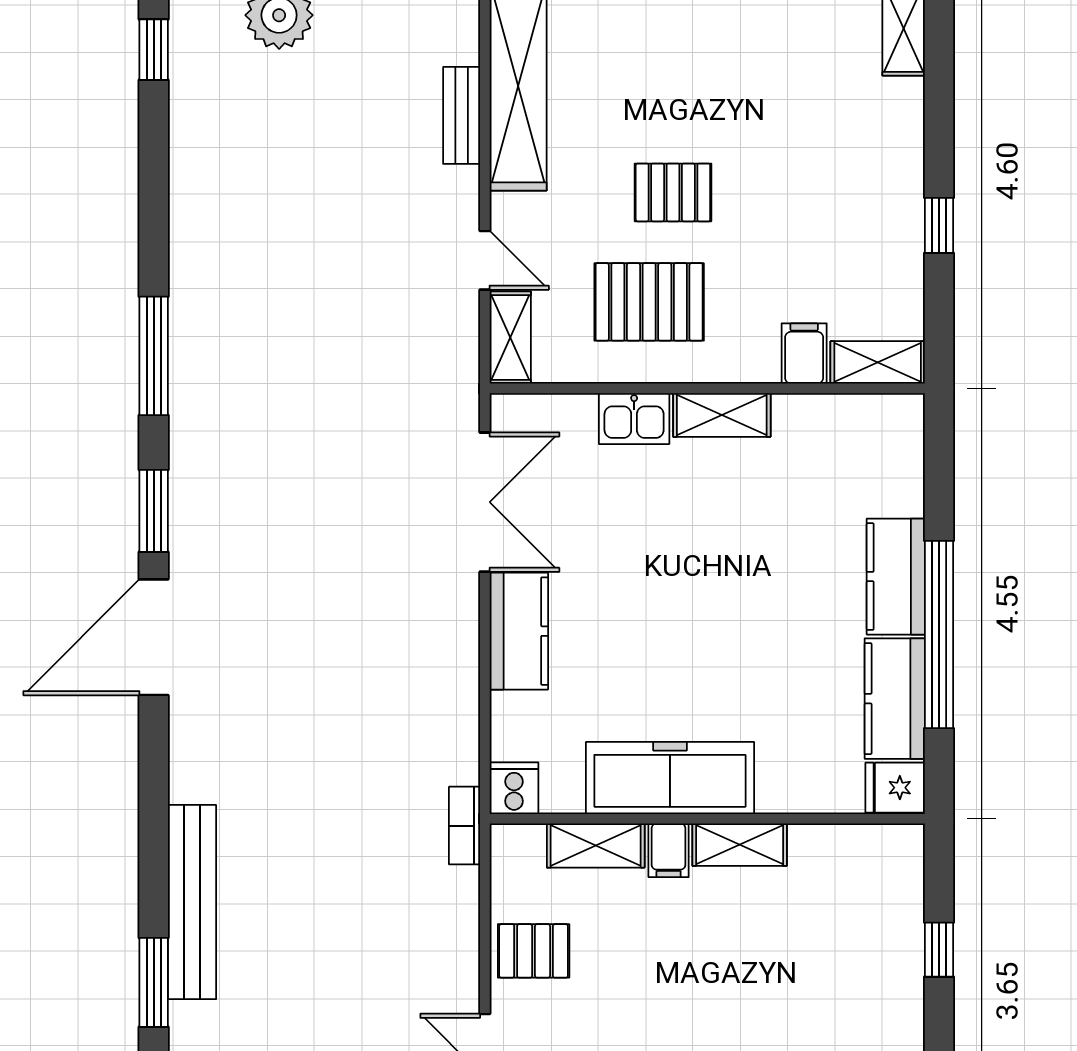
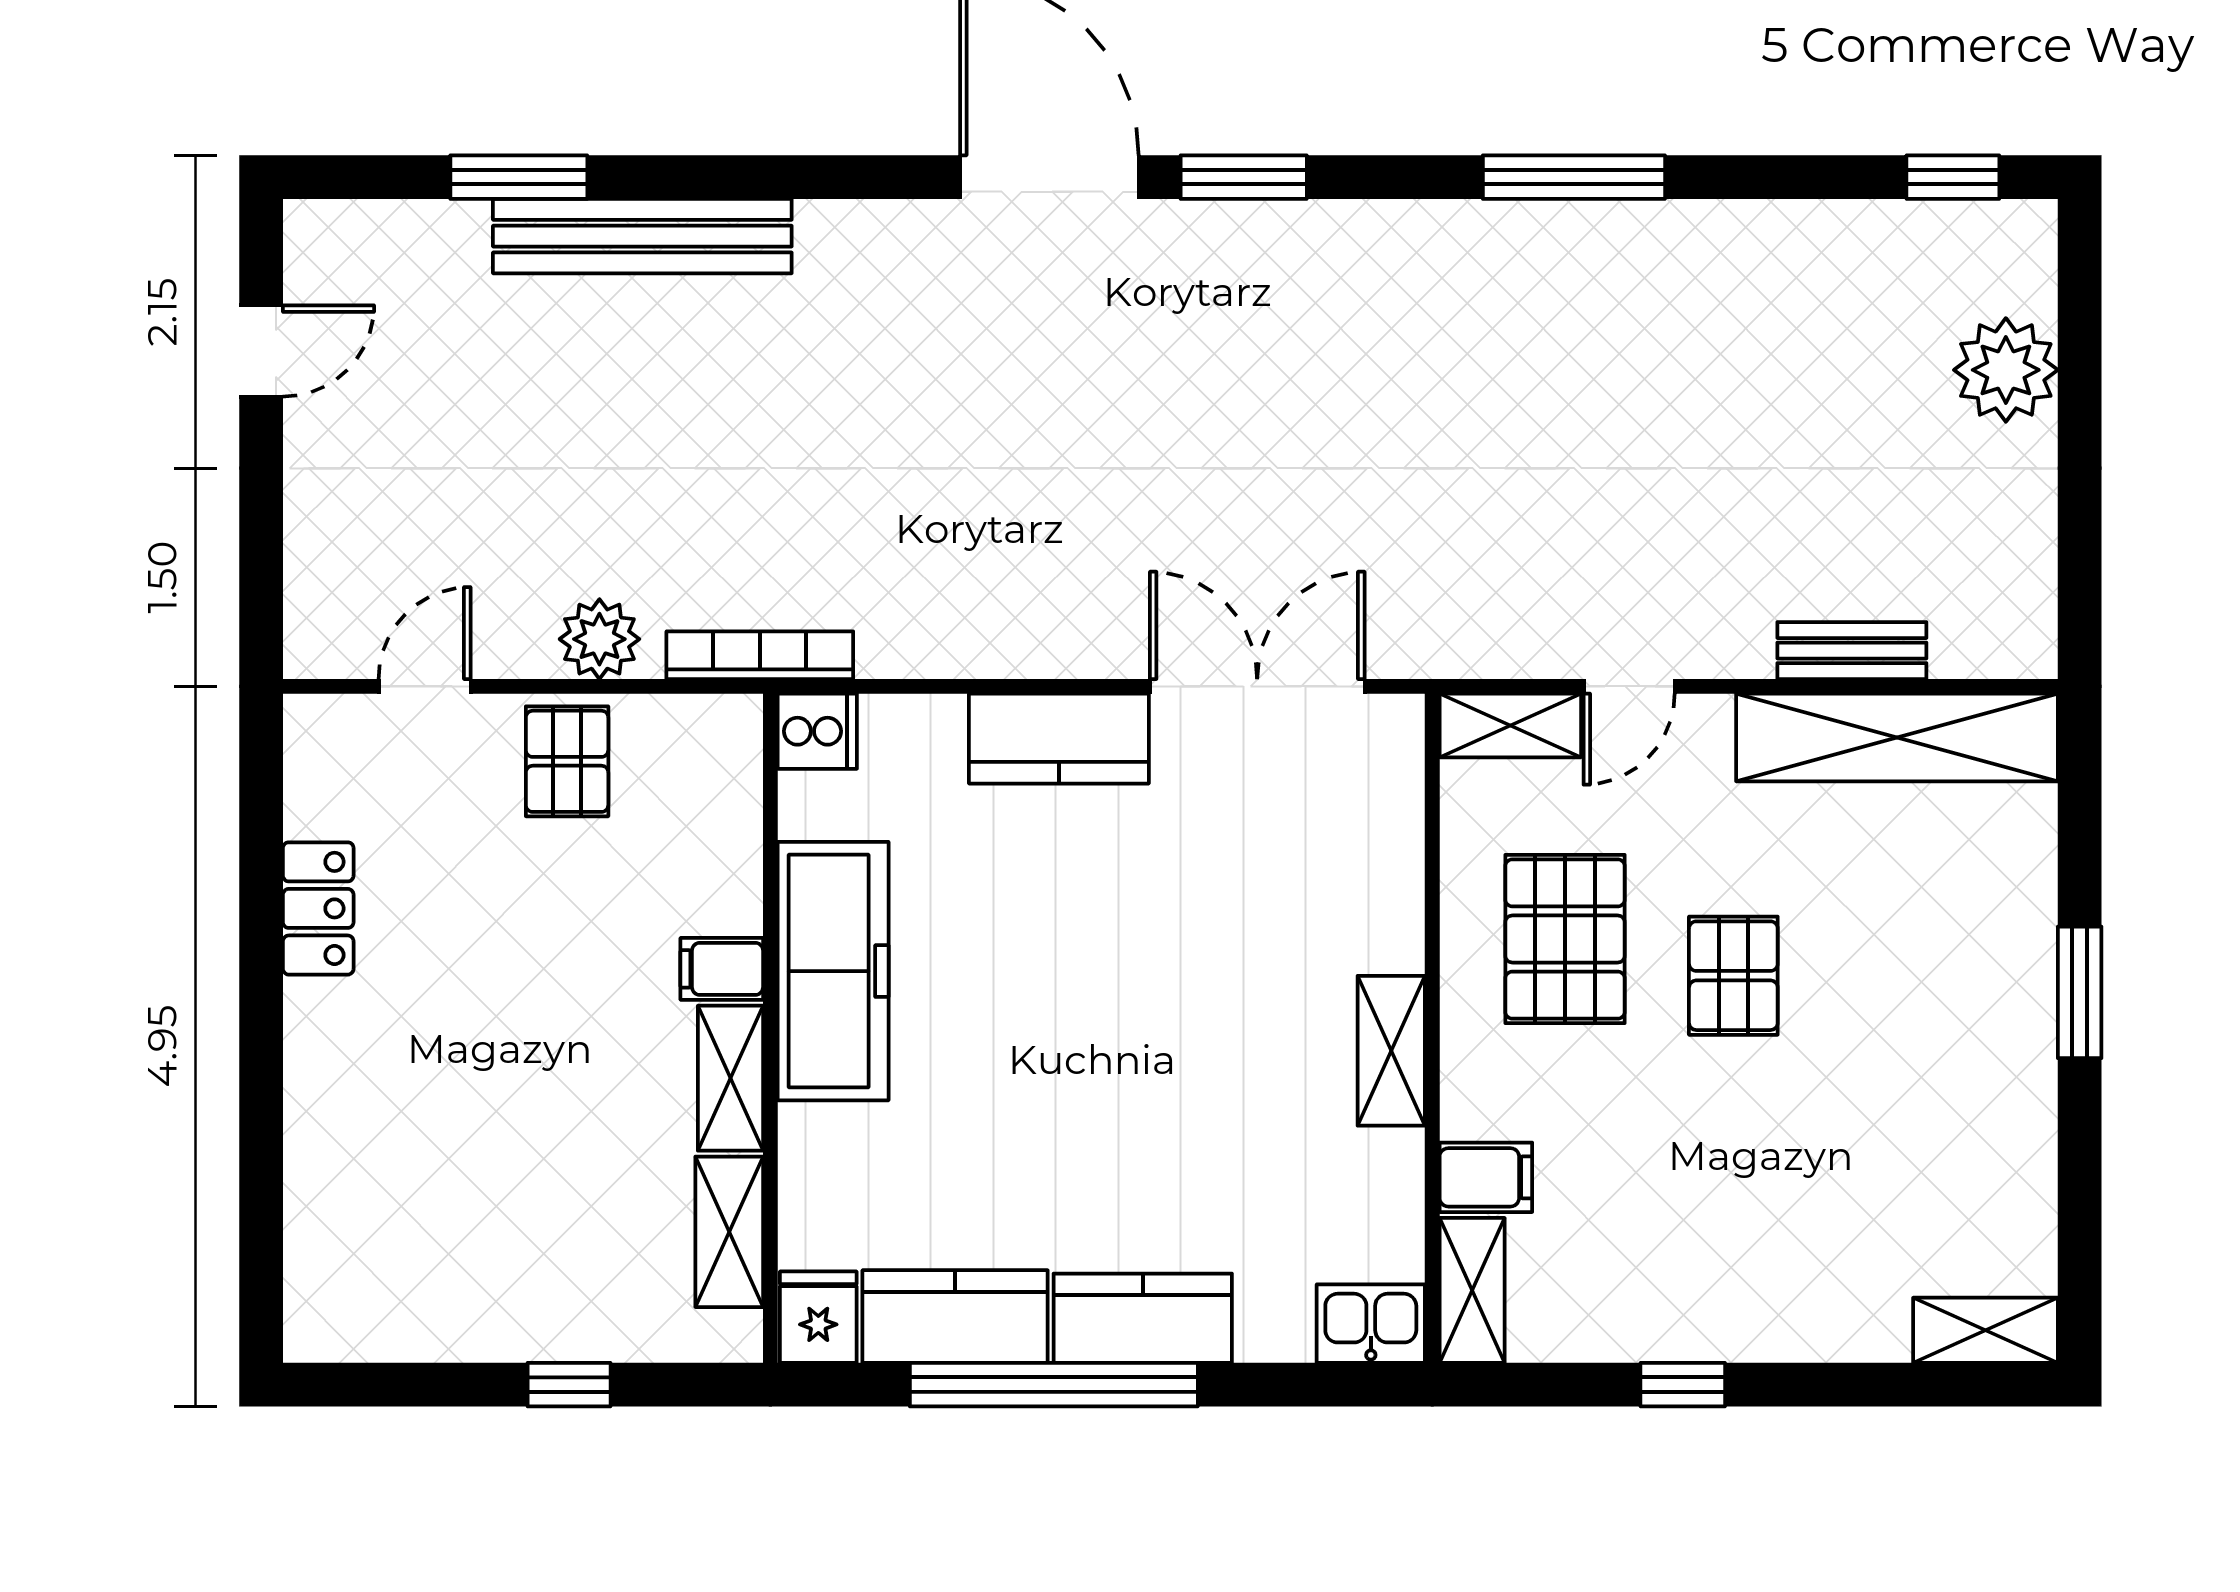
window: (154, 356) -> (1574, 177), moved
kitchen sink: (634, 419) -> (1371, 1324), moved, turned 90
double door: (485, 502) -> (1257, 686), swing flipped
bookcase: (465, 826) -> (760, 655), width x1.56
shelving: (596, 846) -> (729, 1232), moved
plant: (454, 930) -> (599, 639), added

